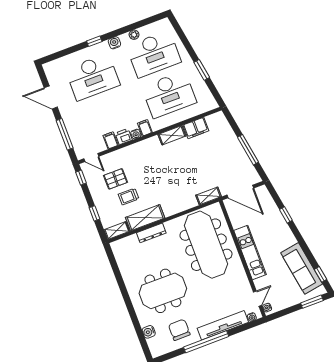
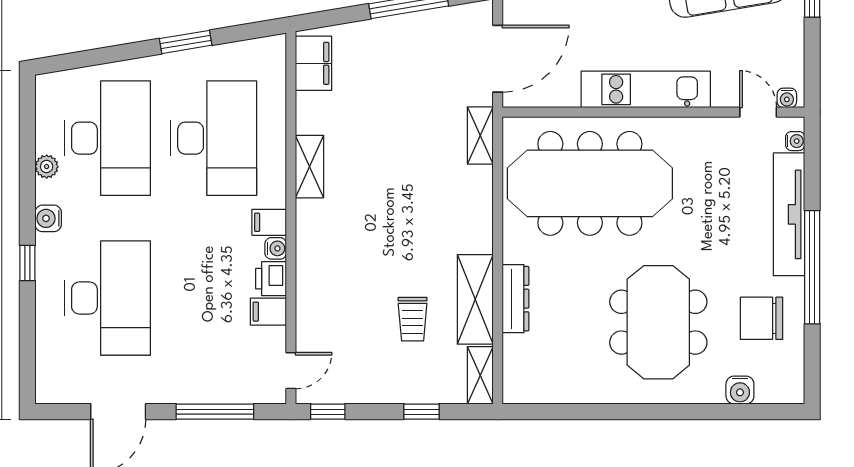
filing cabinet: (196, 128) -> (314, 63), moved
pallet: (115, 179) -> (361, 334), removed

